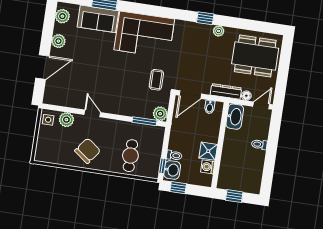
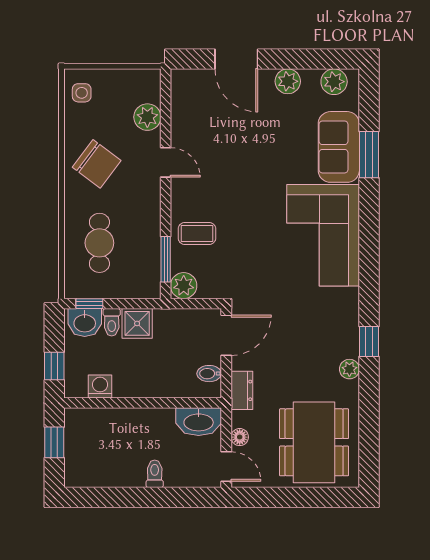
coffee table: (156, 80) -> (197, 233), moved
dresser: (226, 91) -> (242, 390), width x0.70
door: (190, 95) -> (226, 335), swing flipped
door: (92, 113) -> (166, 162), hinge flipped
side table: (48, 120) -> (82, 93), moved
shower: (208, 151) -> (137, 323), moved
cafe table: (130, 156) -> (99, 243), turned 90
window: (178, 188) -> (54, 366), moved

